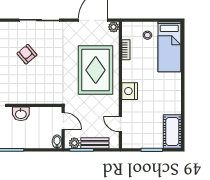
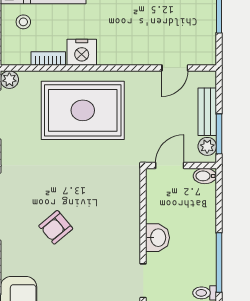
nightstand: (130, 91) -> (82, 52), moved

